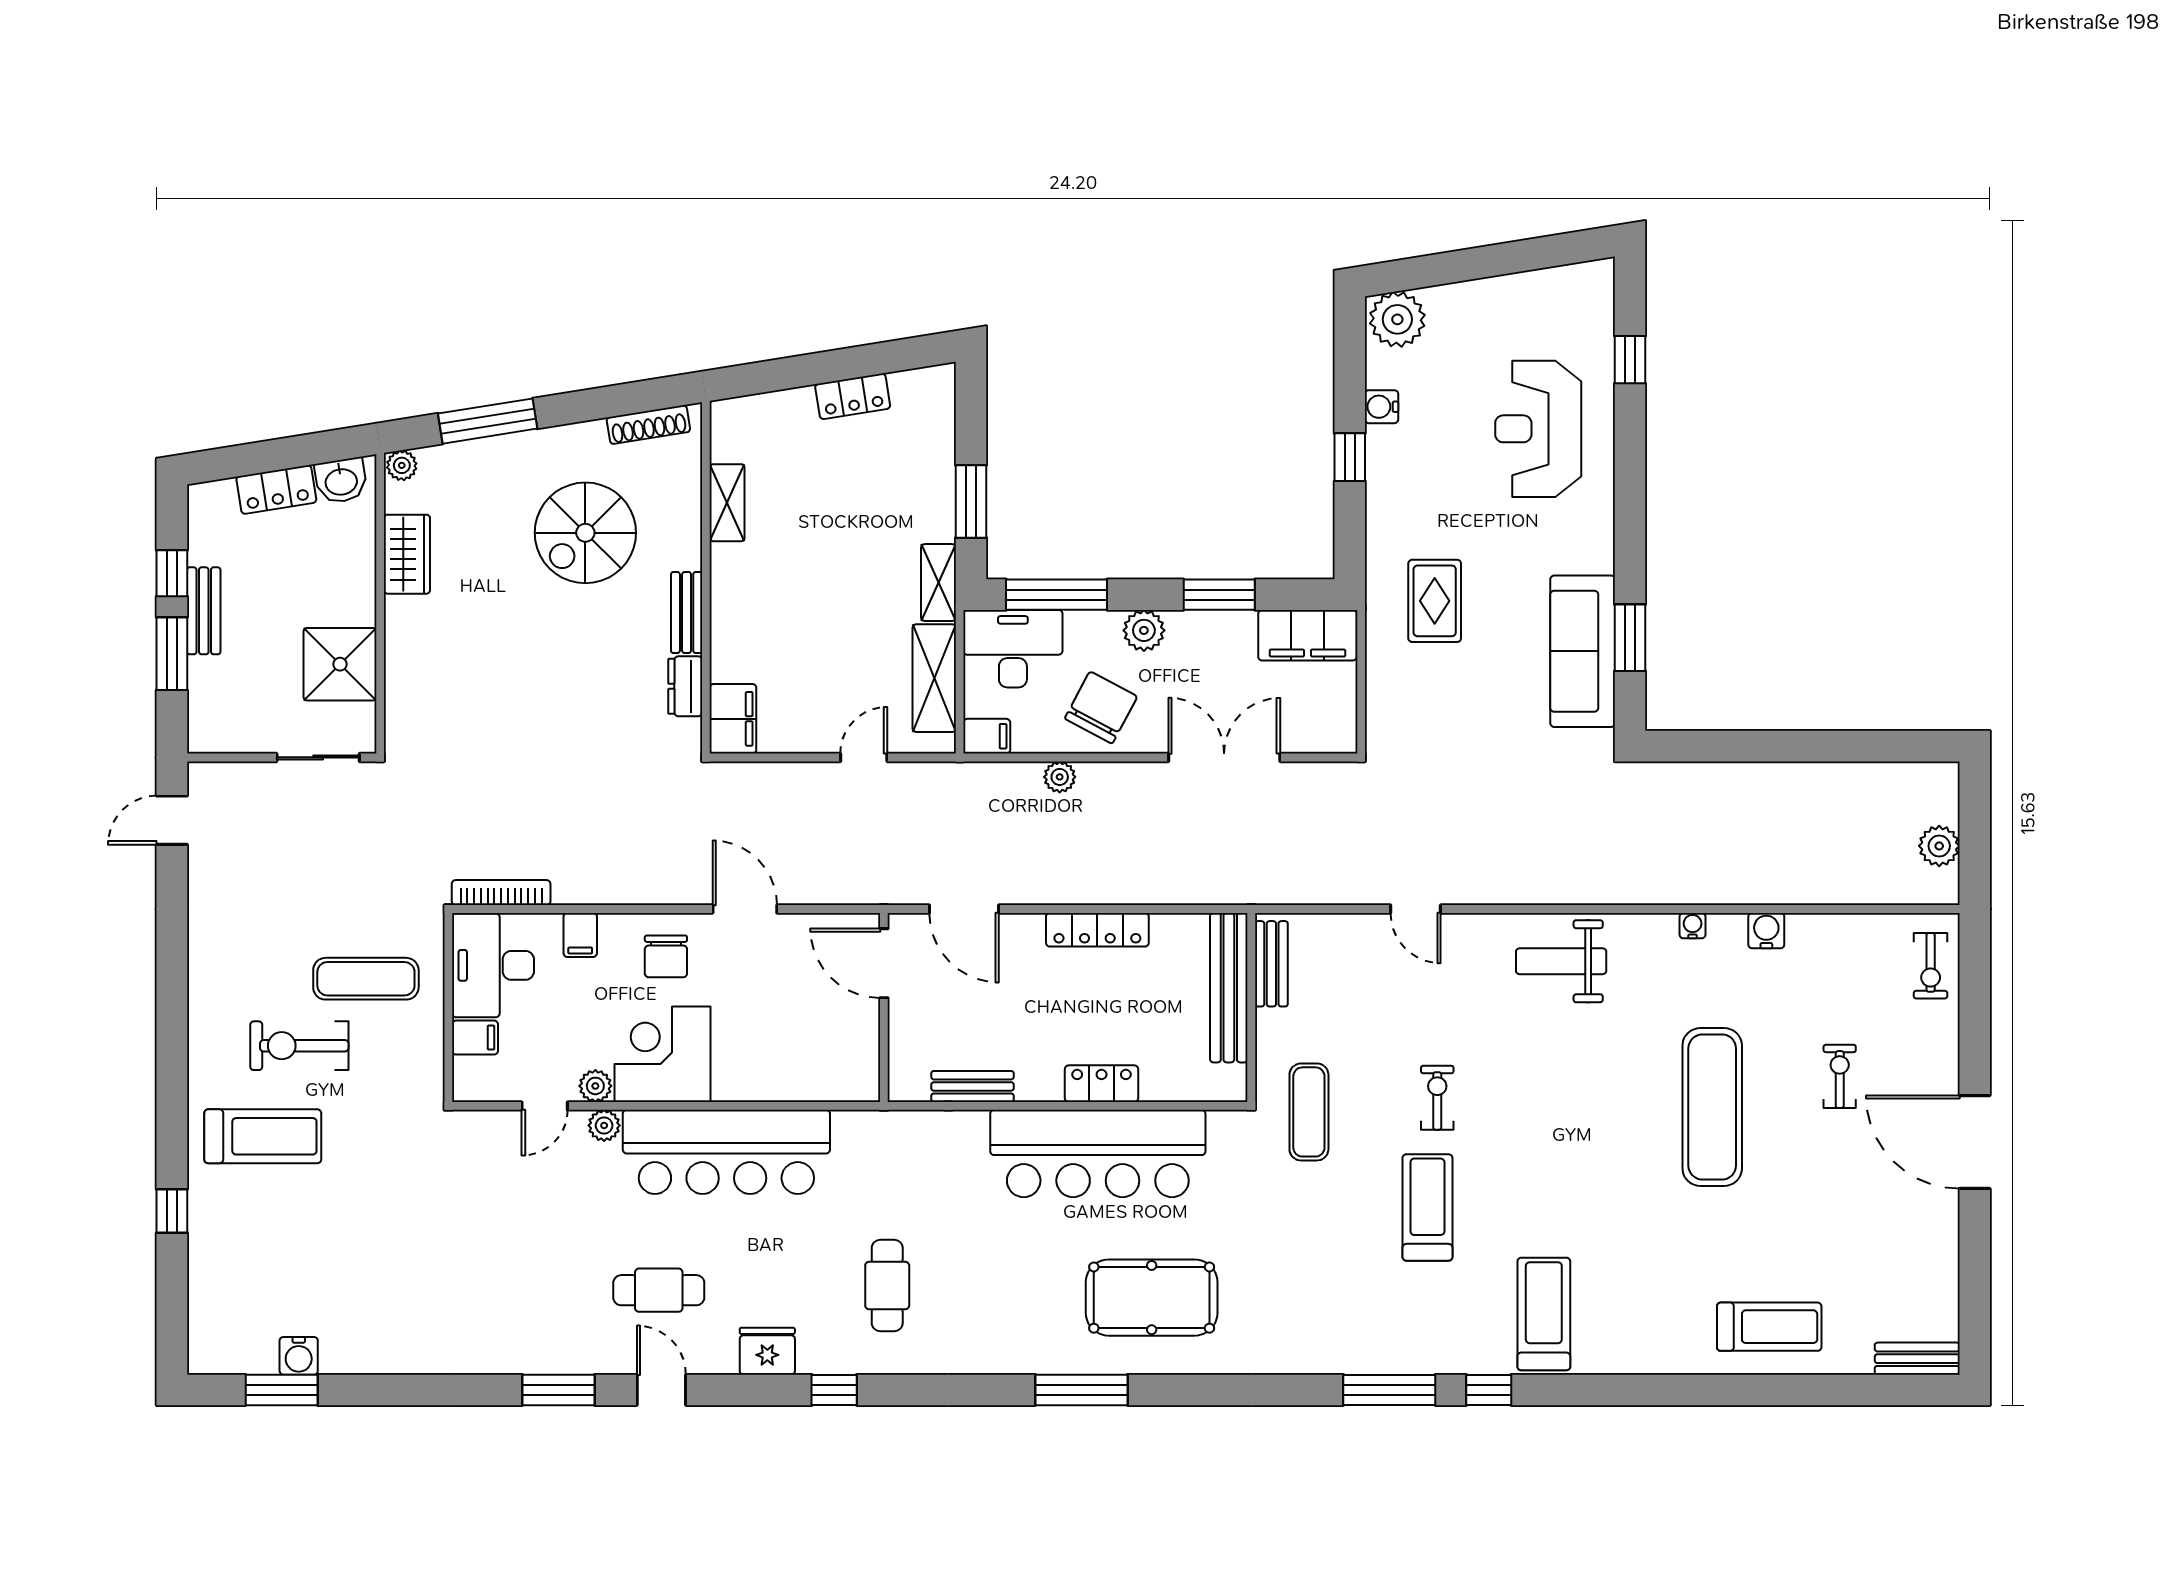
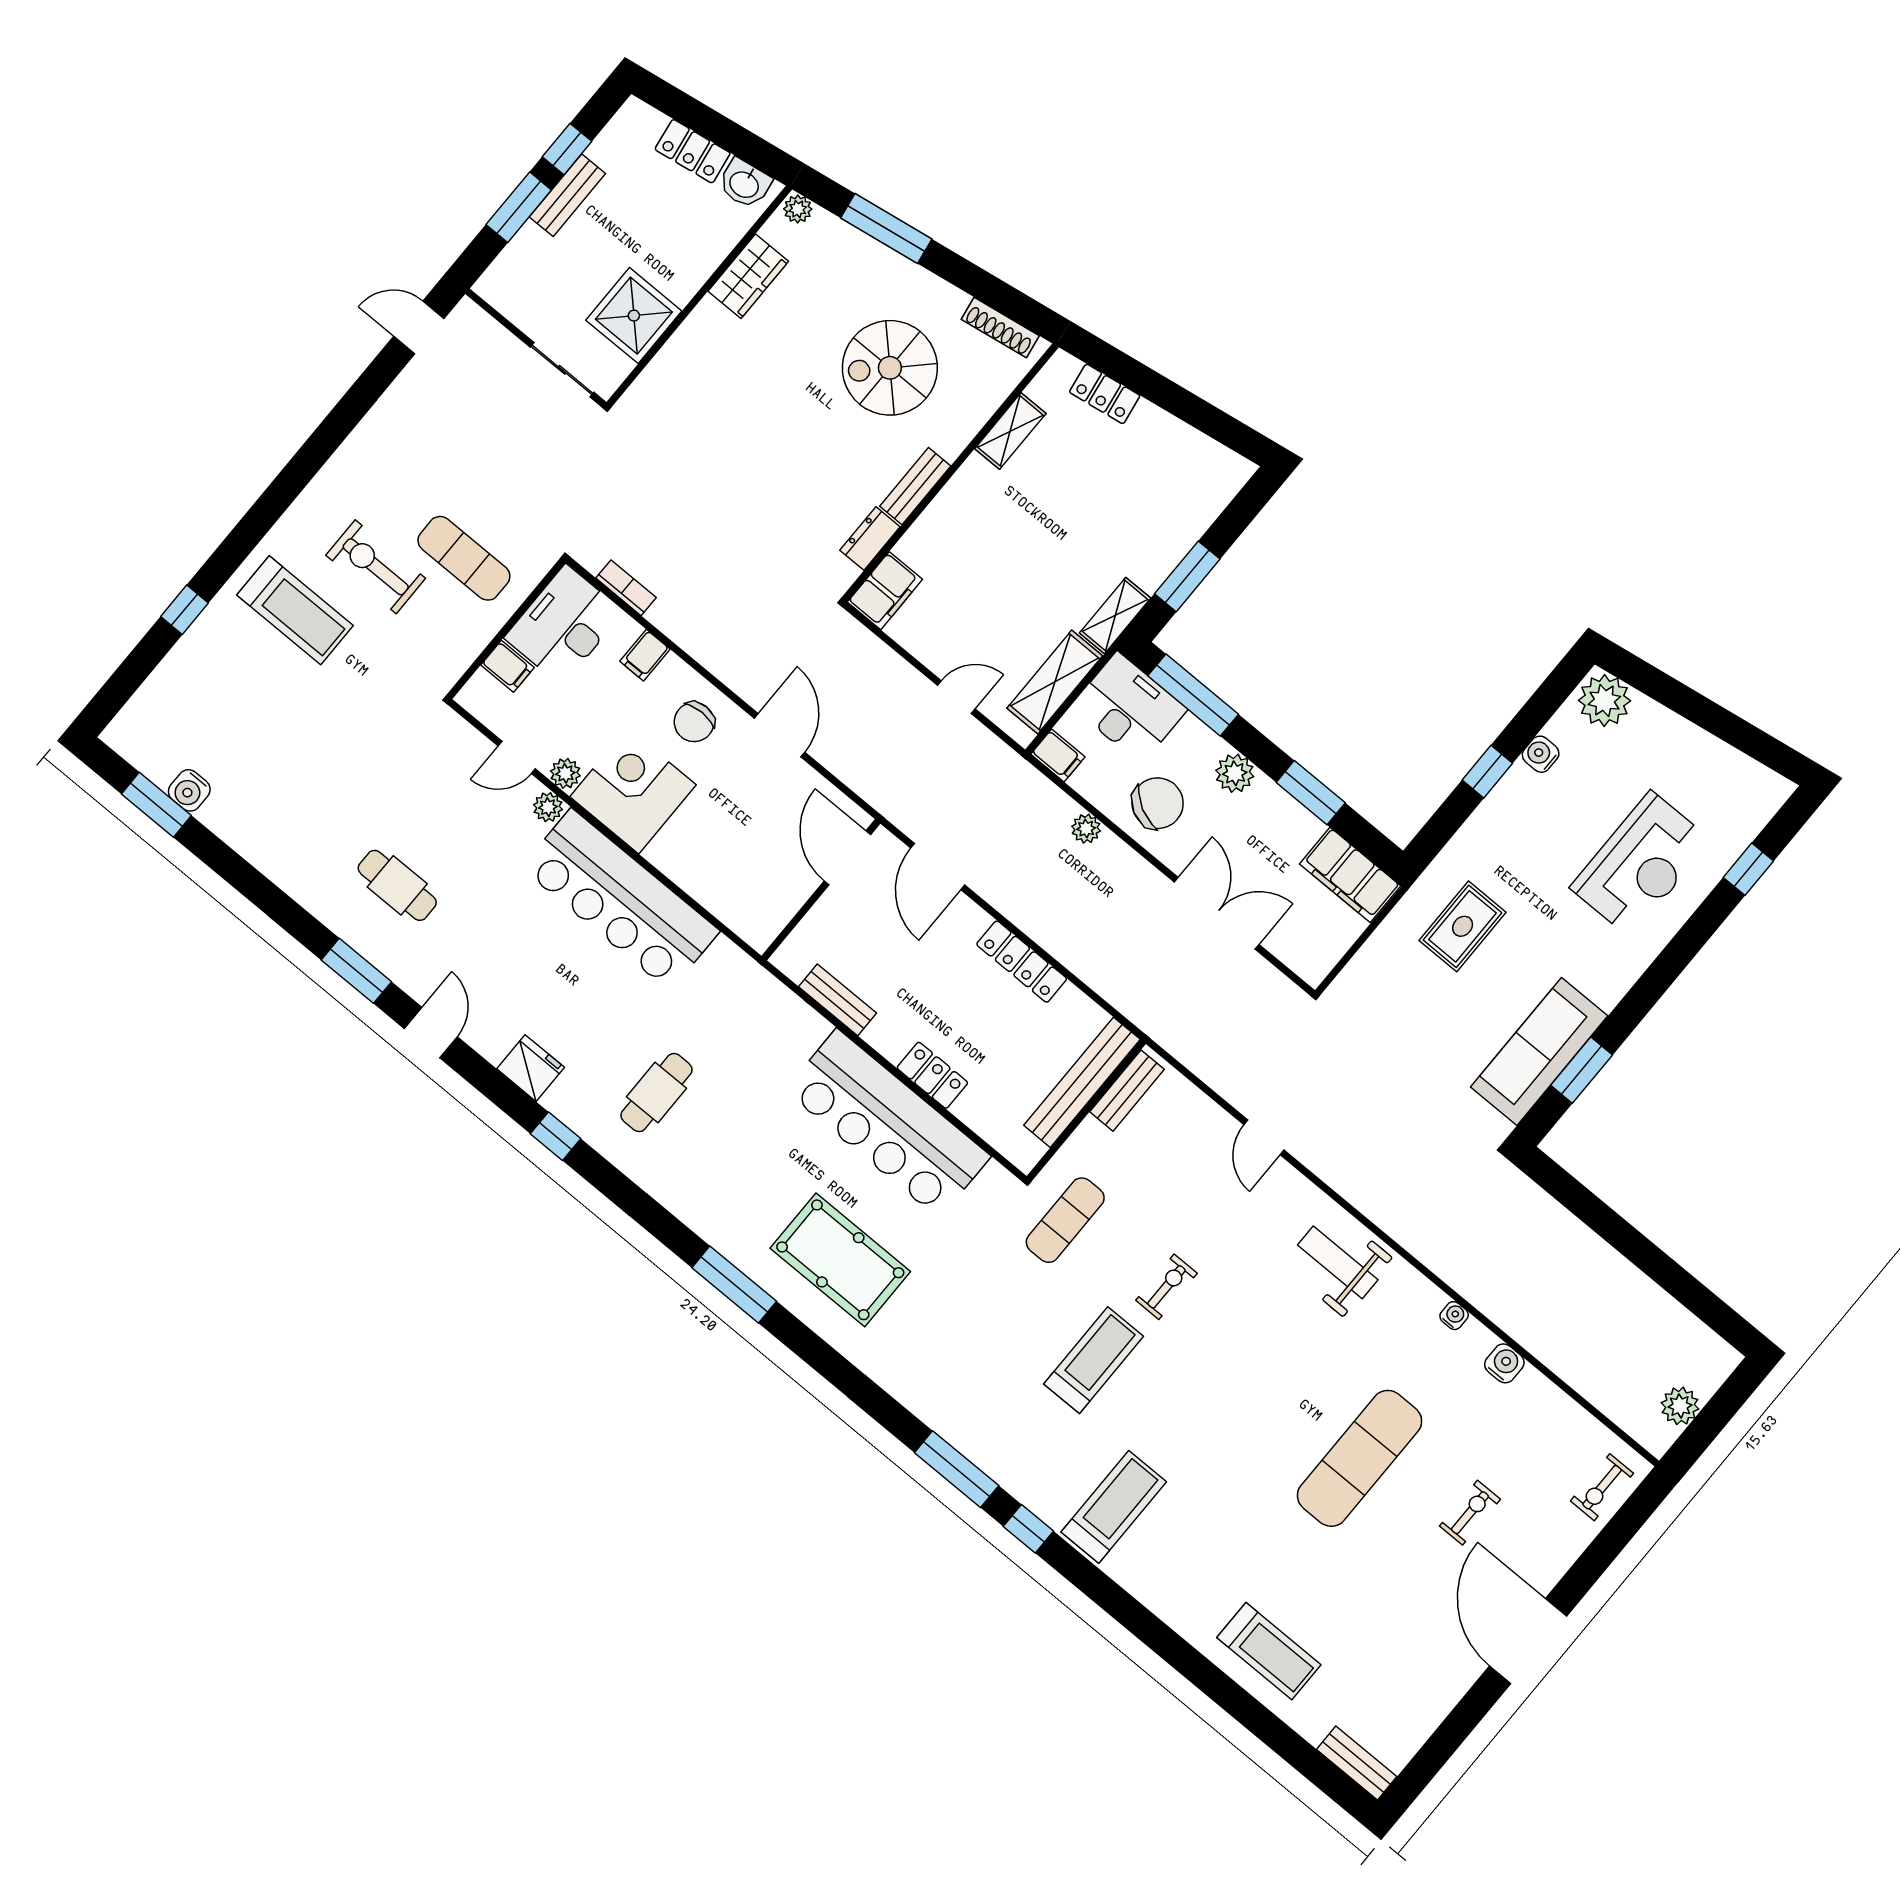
locker: (853, 396) -> (1105, 394), moved
reception desk: (1538, 429) -> (1641, 864), turned 180
bookcase: (501, 893) -> (626, 588), width x0.64
cafe table: (659, 1290) -> (397, 885), moved

